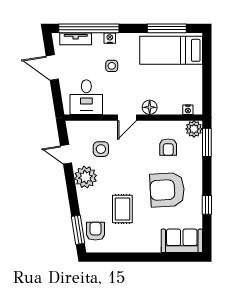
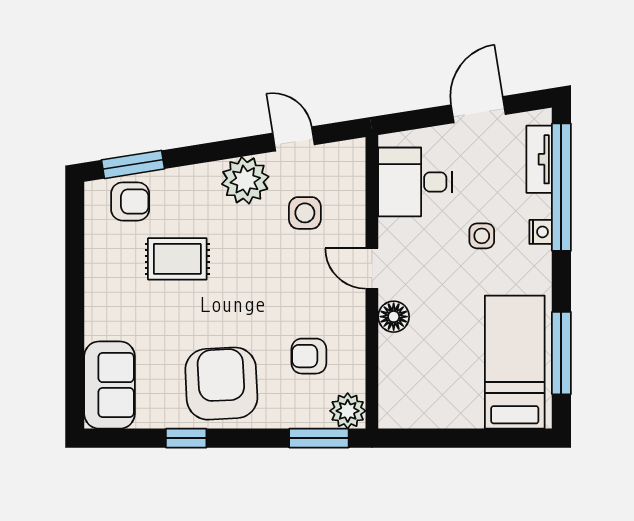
nightstand: (188, 110) -> (388, 398), removed
door: (66, 154) -> (294, 139), hinge flipped
armchair: (167, 190) -> (221, 384), moved

